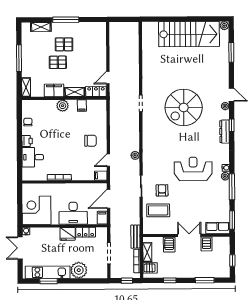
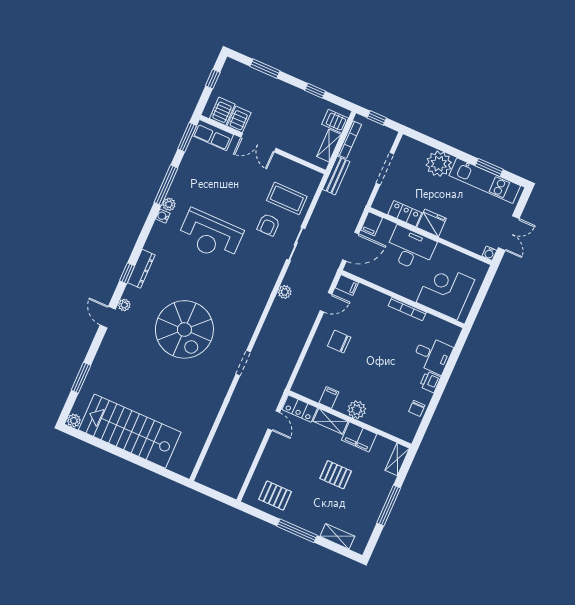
pallet: (64, 44) -> (275, 495), moved
door: (108, 78) -> (274, 421), hinge flipped
spiral stairs: (184, 107) -> (184, 329), turned 90
corner desk: (37, 210) -> (445, 291), moved, turned 180
server rack: (169, 245) -> (222, 111), moved

